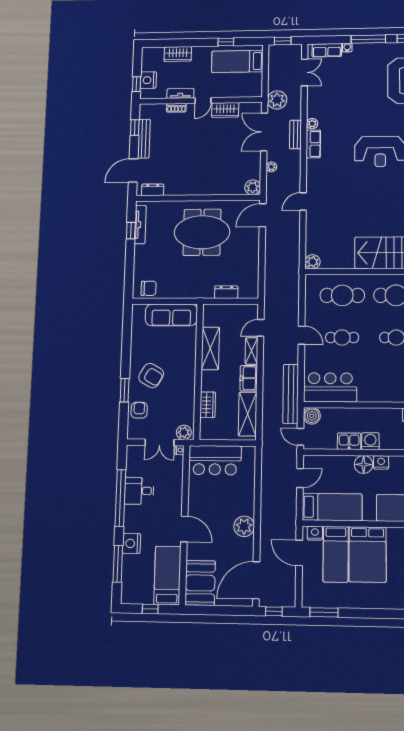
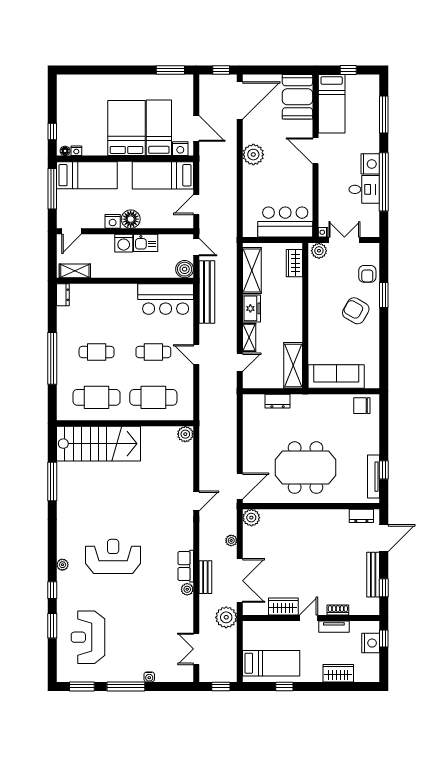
row of seats: (327, 50) -> (172, 674), removed
shelving: (210, 348) -> (293, 365), moved
wardrobe: (208, 405) -> (294, 263), moved
nightstand: (132, 543) -> (370, 164), moved

